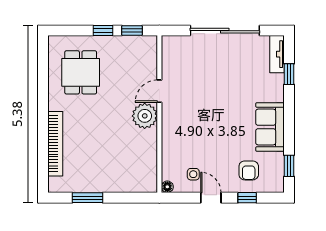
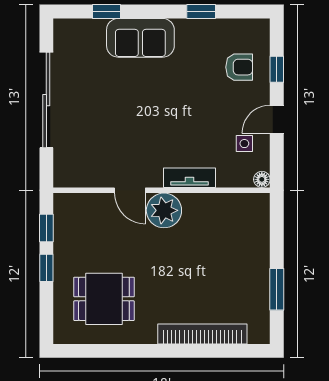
tv unit: (277, 54) -> (189, 178), moved, turned 180
sofa: (270, 127) -> (140, 38), moved
window: (289, 166) -> (201, 11), moved

